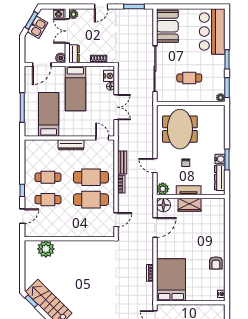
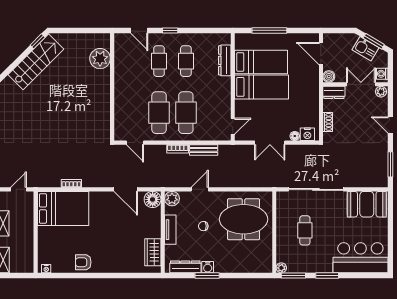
bed: (75, 89) -> (262, 87), moved, turned 180
dresser: (71, 145) -> (225, 60), moved
wardrobe: (190, 205) -> (153, 252), moved

